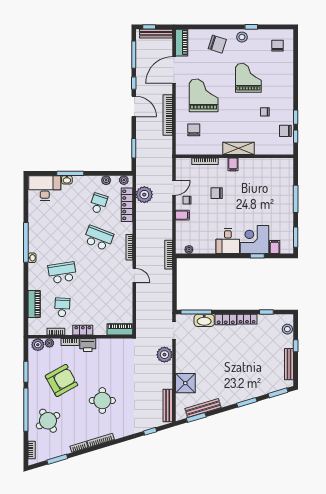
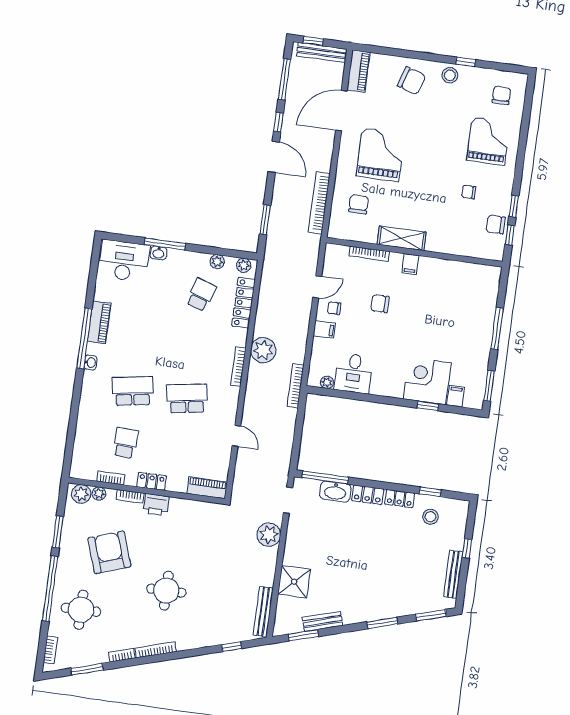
grand piano: (248, 78) -> (488, 141), moved
bookcase: (168, 115) -> (319, 203), moved
shelving: (239, 148) -> (402, 238), moved
plant: (144, 195) -> (263, 350), moved
school desk: (98, 238) -> (187, 398), moved, turned -30
desk: (228, 241) -> (354, 373), moved
door: (134, 275) -> (236, 436), moved
piano: (34, 304) -> (99, 322), moved
stool: (287, 329) -> (430, 517), moved
armchair: (61, 380) -> (109, 552), turned -80
bench: (203, 408) -> (323, 621), width x0.73
round table: (48, 421) -> (81, 610), turned 31

